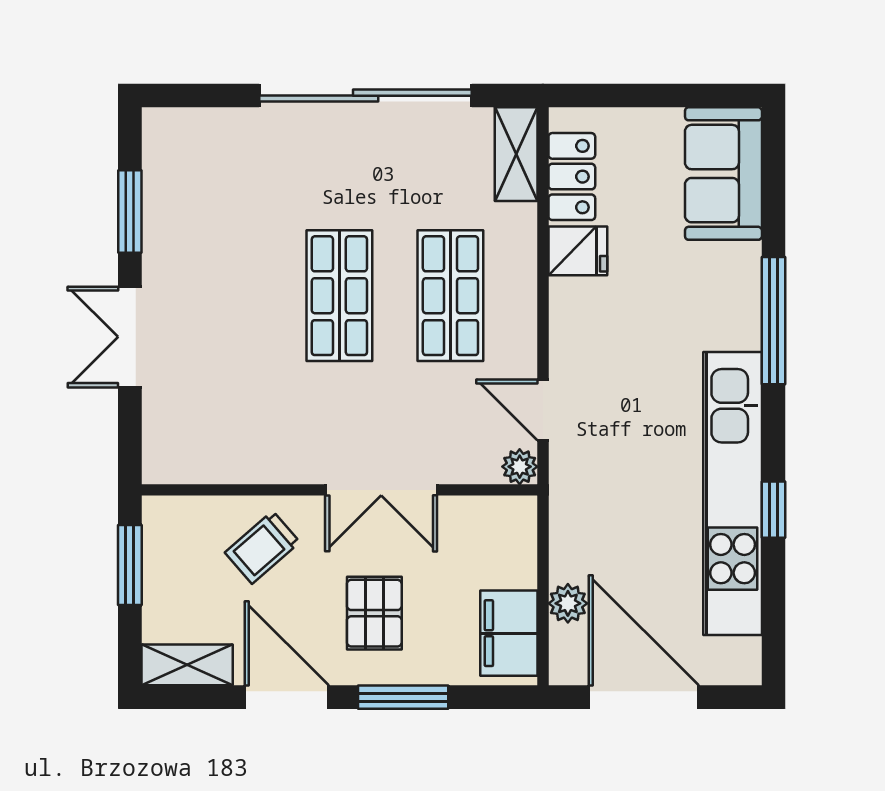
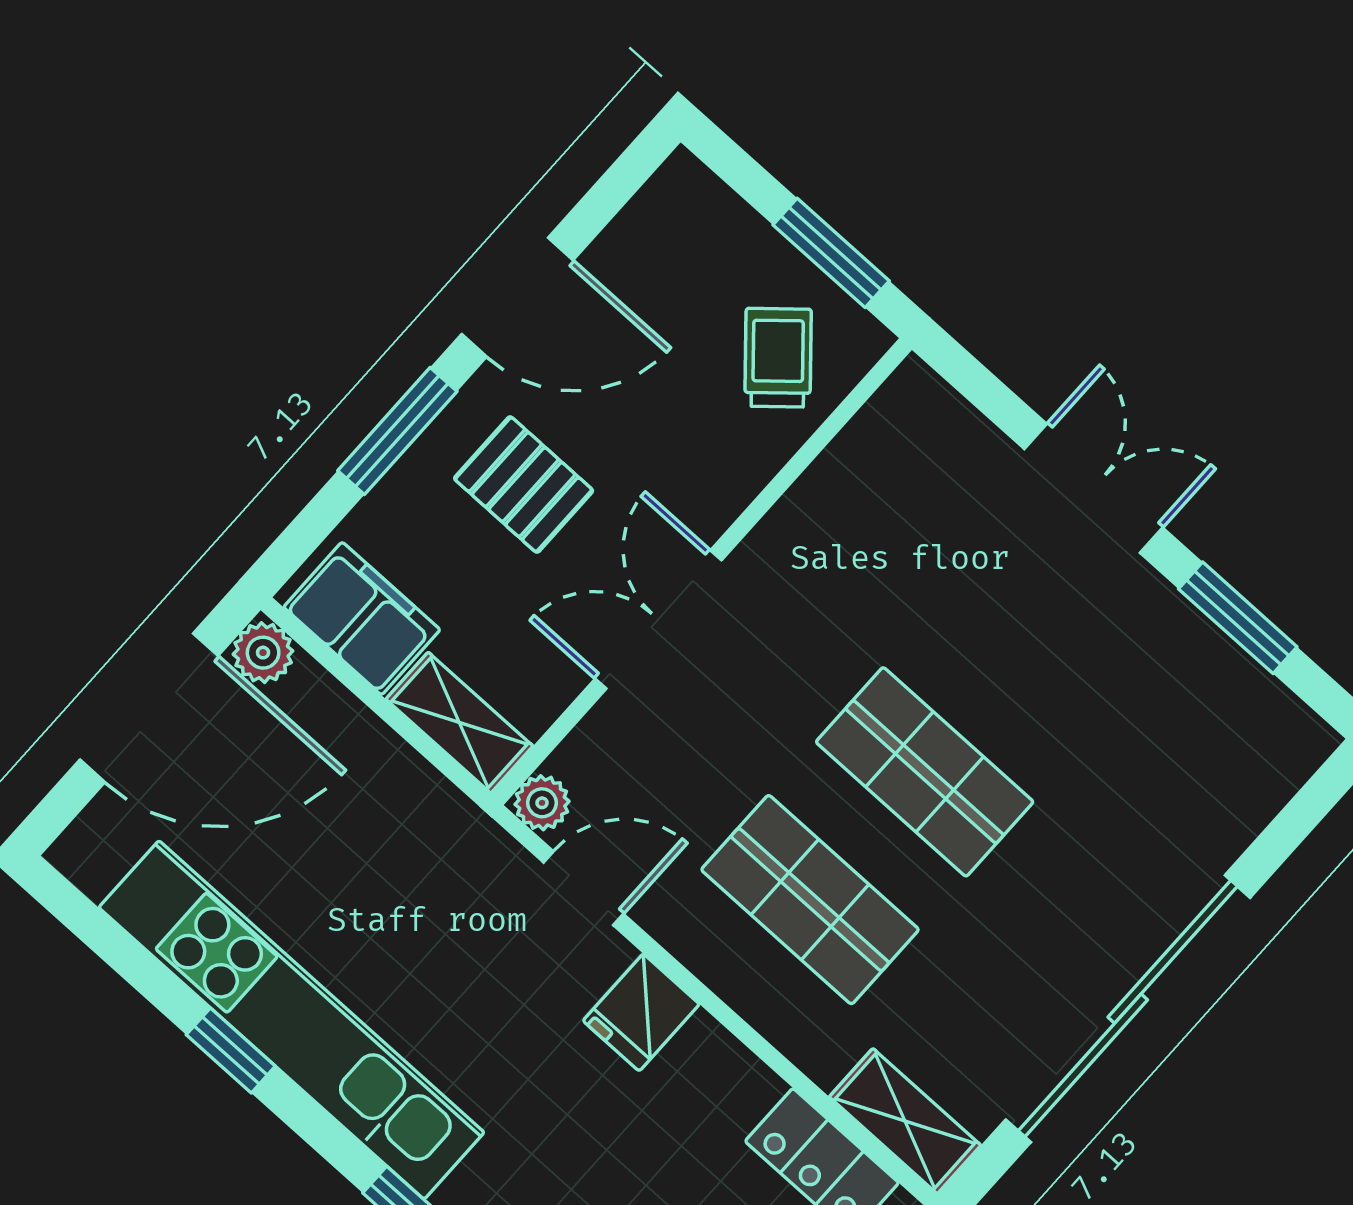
fridge: (578, 251) -> (641, 1012), moved
trolley: (262, 547) -> (778, 358), moved
plant: (568, 603) -> (263, 653), moved
shelving: (187, 665) -> (459, 723), moved, turned 90

